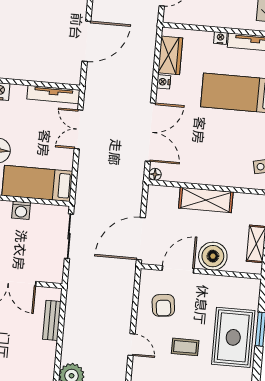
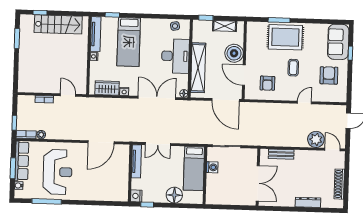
door: (86, 41) -> (101, 142), swing flipped
desk: (214, 165) -> (175, 56), added
shelving: (206, 200) -> (198, 68), width x1.47
washing machine: (21, 210) -> (212, 167), moved
armchair: (163, 305) -> (267, 83), turned 97
door: (131, 345) -> (304, 103), moved

